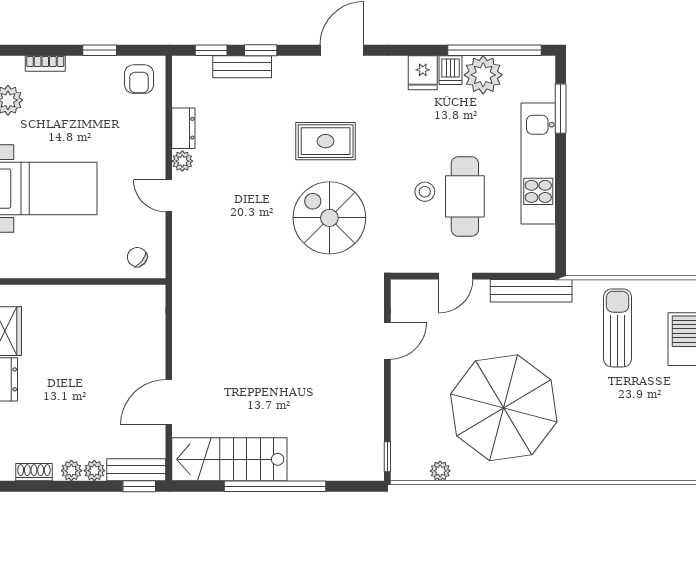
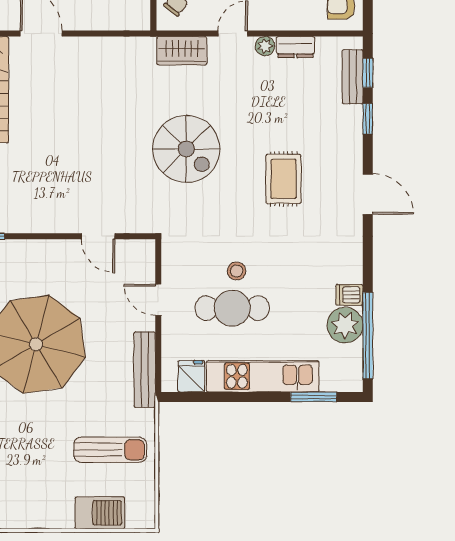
bench: (242, 67) -> (353, 77), moved
fridge: (423, 73) -> (191, 376), moved, turned 90
spiral stairs: (329, 218) -> (186, 149), moved, turned 90
wardrobe: (187, 251) -> (182, 51), added

